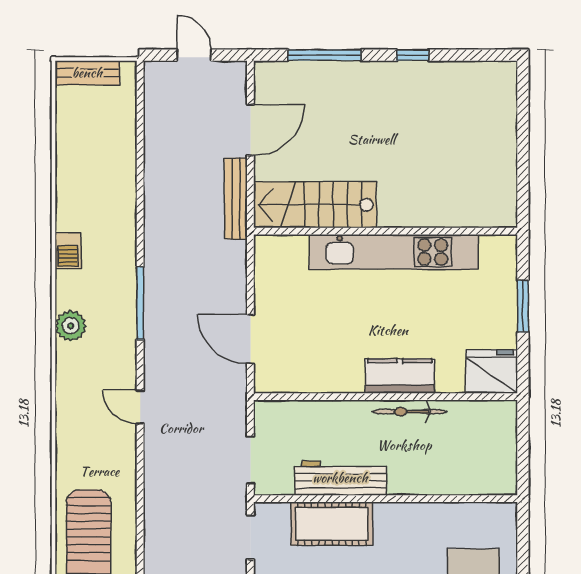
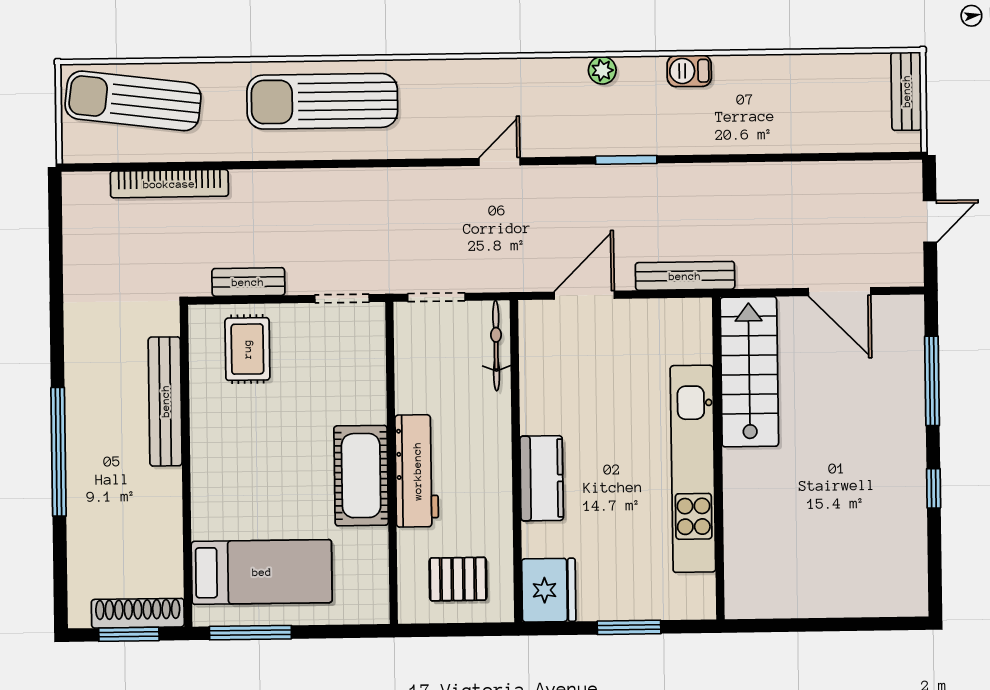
bench: (236, 199) -> (685, 276), moved
window: (140, 303) -> (626, 160), width x0.69
plant: (71, 326) -> (602, 70), width x0.73, depth x0.73
bicycle: (410, 412) -> (496, 346), moved
pallet: (481, 446) -> (458, 579), added
workbench: (340, 478) -> (417, 471), moved
cot: (332, 524) -> (361, 476), moved

